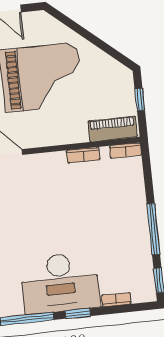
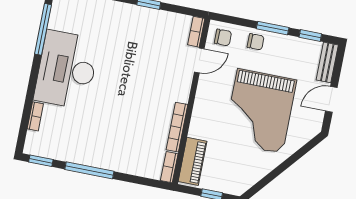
bookcase: (83, 155) -> (177, 127), width x1.56
window: (78, 314) -> (34, 77), removed

